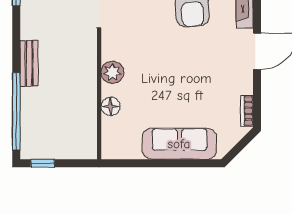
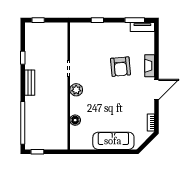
bench: (29, 63) -> (30, 83), moved
plant: (112, 72) -> (76, 90), moved

